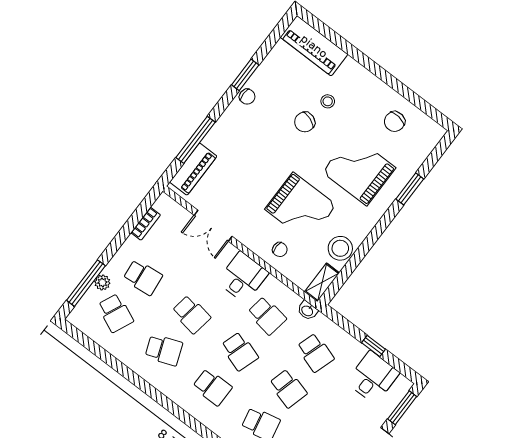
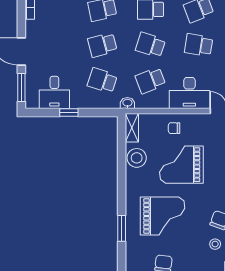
desk: (243, 277) -> (189, 93), width x1.37
school desk: (267, 316) -> (150, 80), turned -30
school desk: (288, 388) -> (102, 45), turned -30

